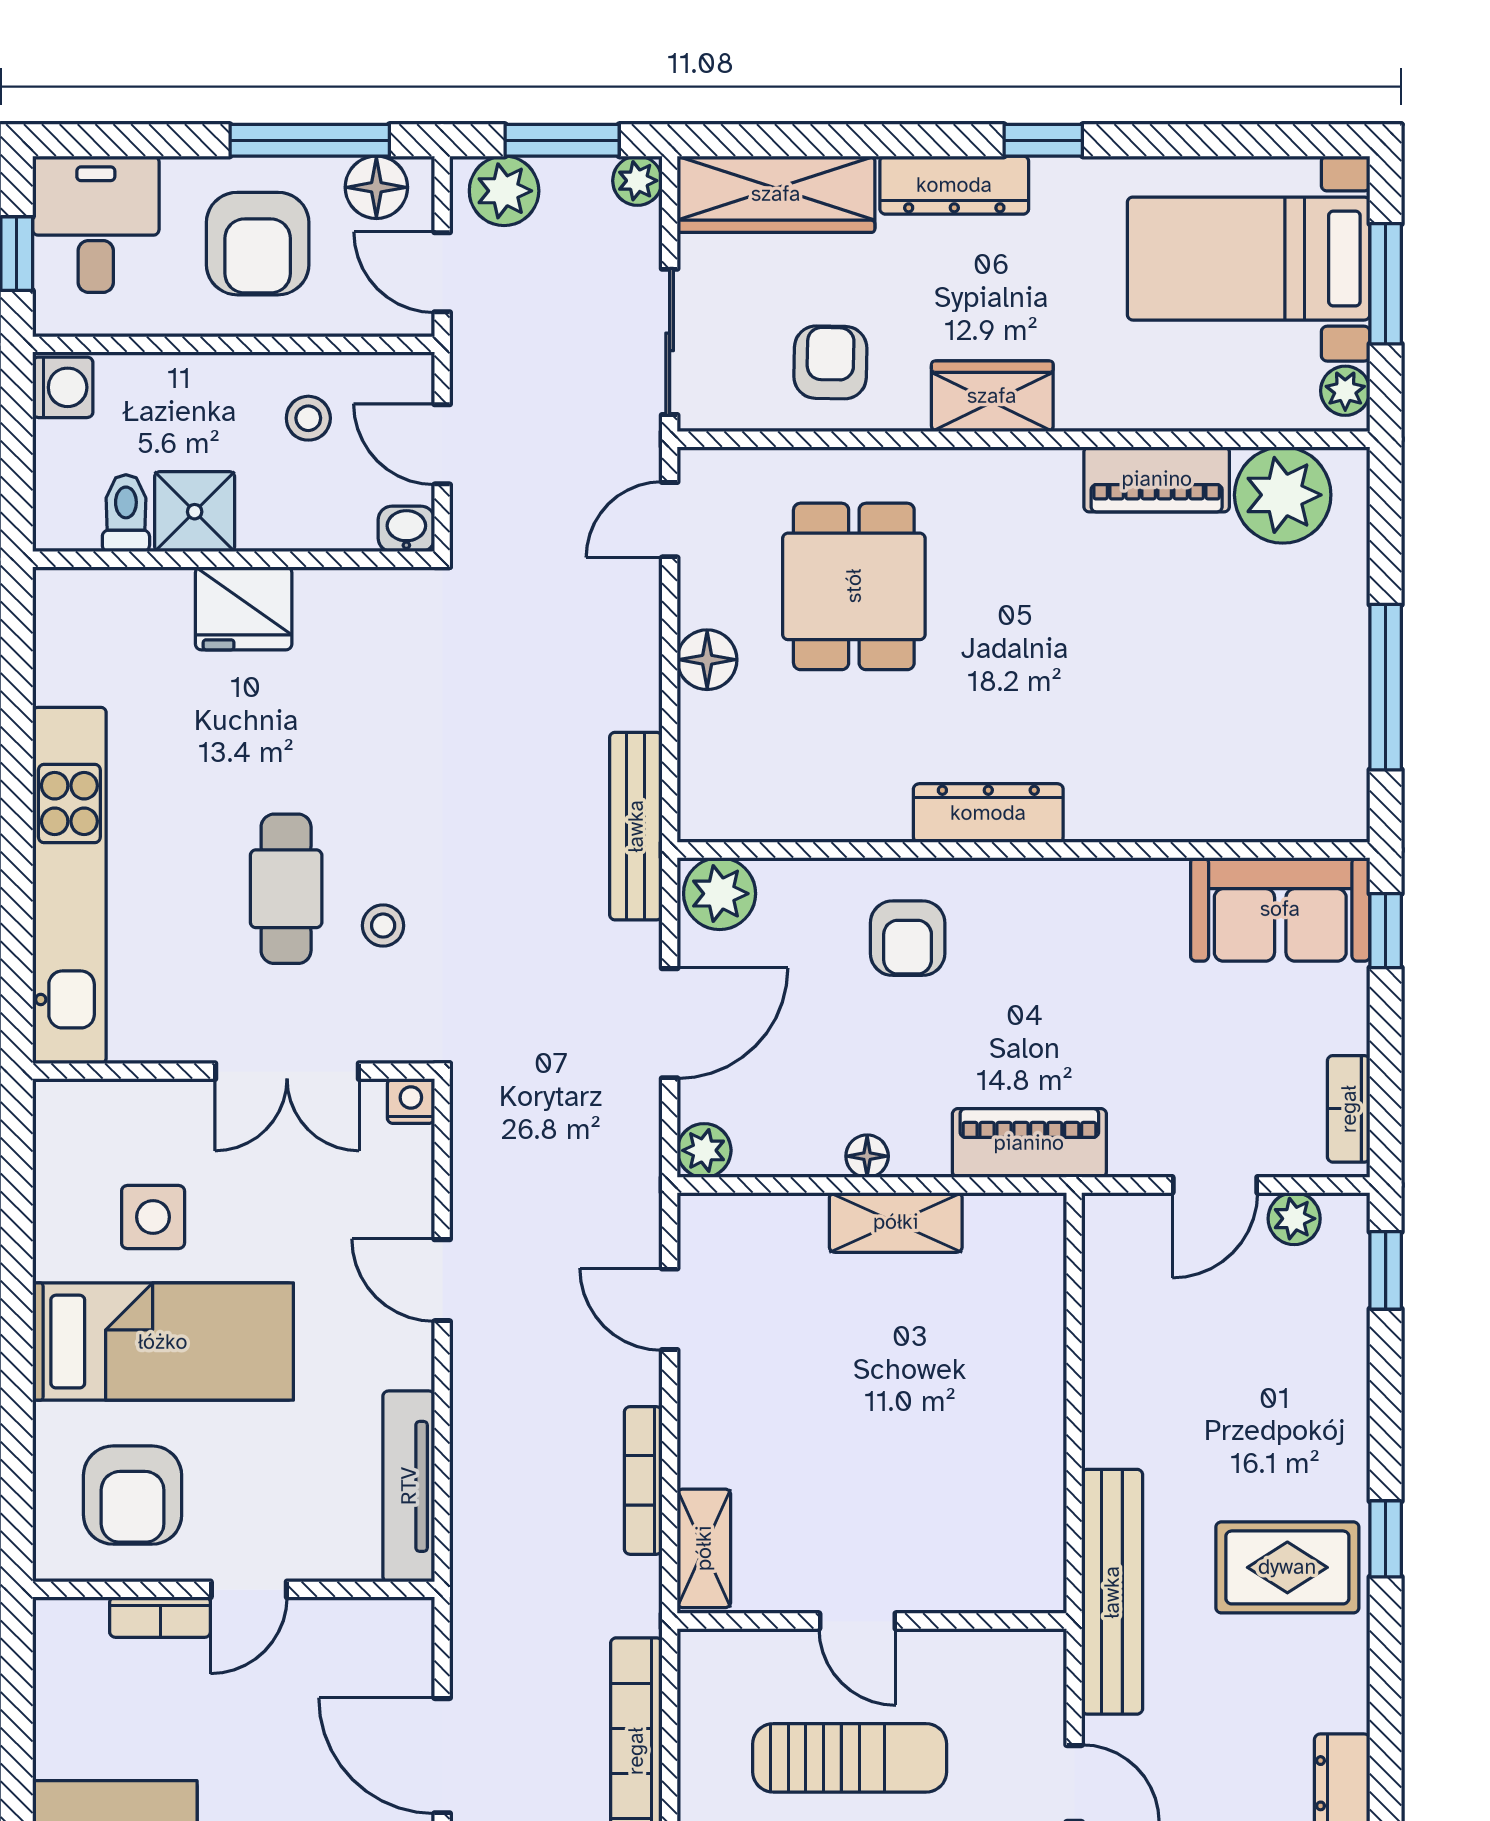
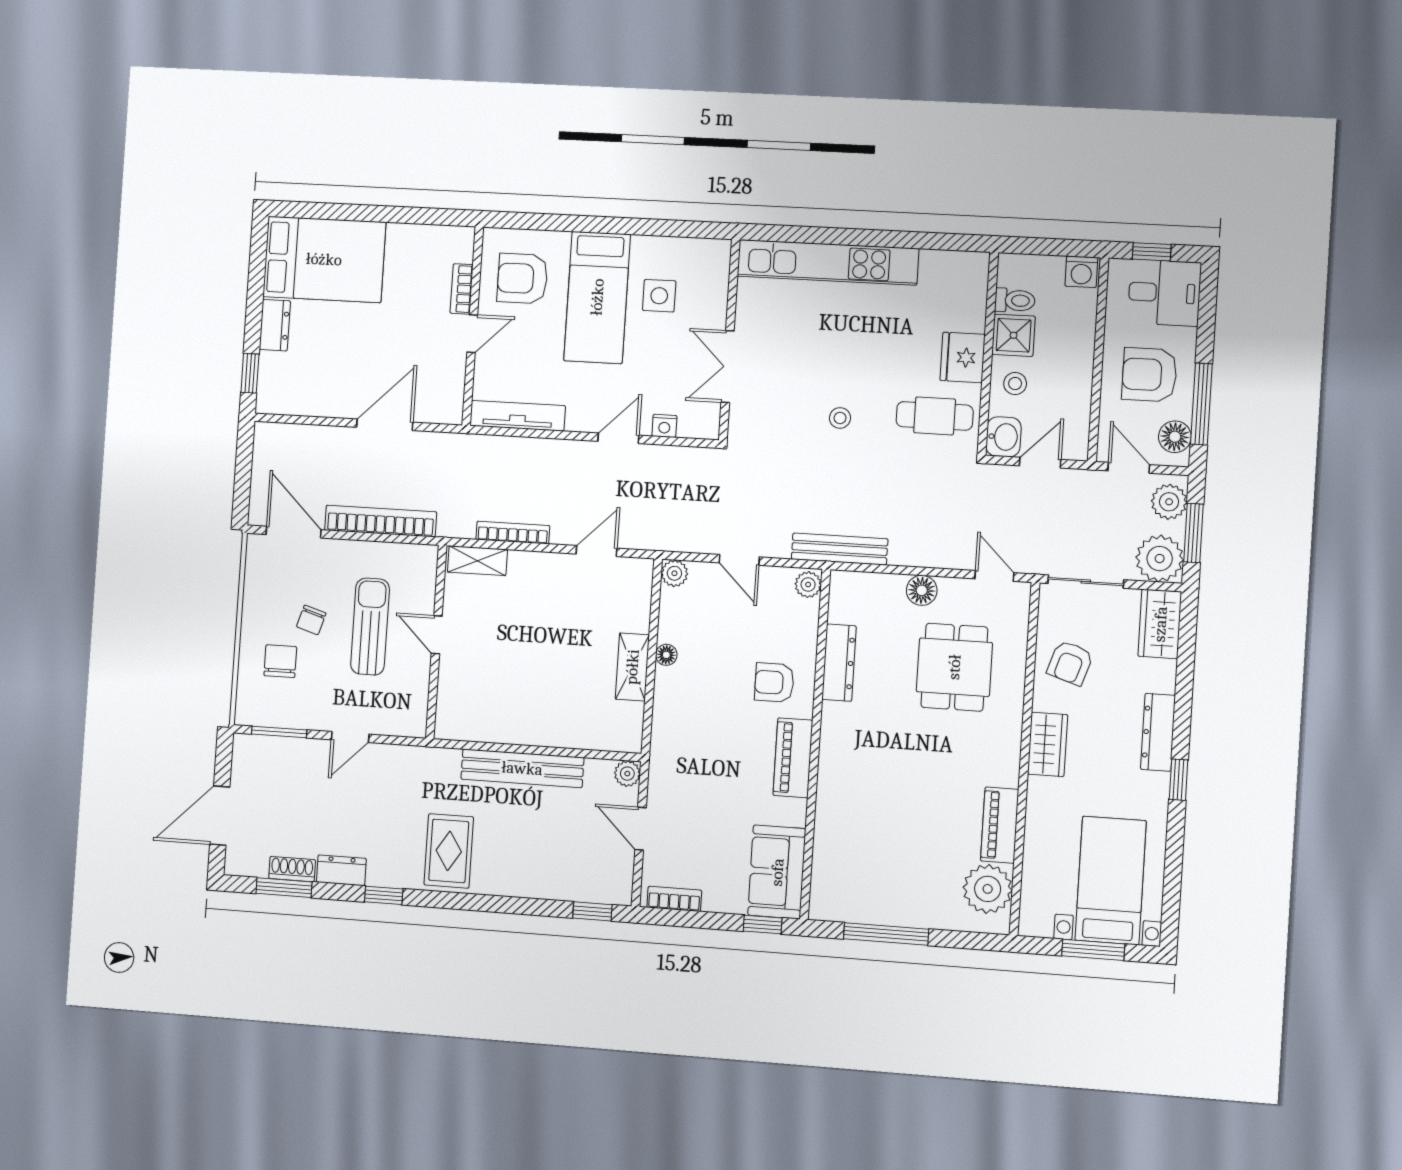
plant: (637, 181) -> (1160, 559), width x1.88, depth x1.88
wardrobe: (776, 194) -> (1160, 624), width x0.67
door: (442, 272) -> (1129, 468), hinge flipped
armchair: (830, 362) -> (1070, 663), turned 107
plant: (1345, 391) -> (1039, 925), removed
stool: (308, 418) -> (1015, 384), moved
washbasin: (406, 529) -> (1004, 437), width x1.38, depth x1.45
dining table: (854, 586) -> (954, 667), turned 90
dresser: (988, 813) -> (839, 663), moved
cafe table: (286, 889) -> (935, 416), moved
plant: (720, 894) -> (808, 585), width x0.73, depth x0.73
stool: (383, 926) -> (840, 418), moved
door: (670, 1023) -> (739, 560), width x0.73
nightstand: (411, 1101) -> (664, 426), moved, turned 90
piano: (1029, 1143) -> (793, 758), moved, turned 180
plant: (1294, 1219) -> (627, 774), moved
window: (1386, 1539) -> (384, 895), moved
door: (249, 1589) -> (472, 334), swing flipped
bench: (1112, 1592) -> (522, 768), moved
door: (857, 1621) -> (437, 635), hinge flipped
sun lounger: (850, 1758) -> (370, 627), turned 180

